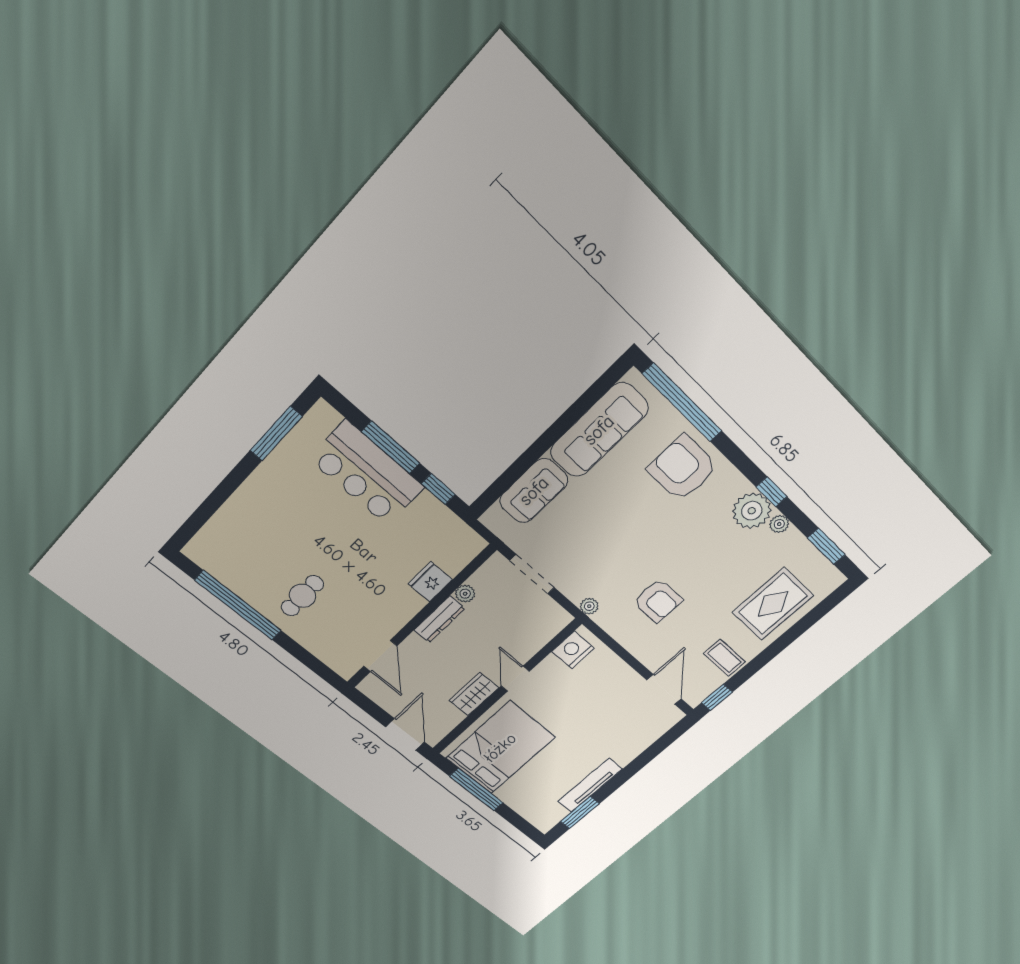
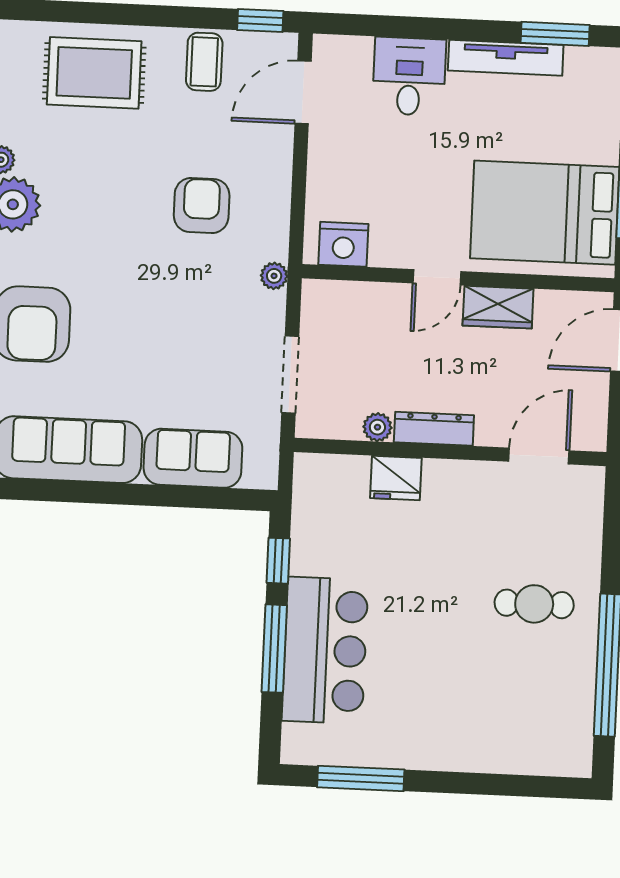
desk: (624, 740) -> (409, 76), added

